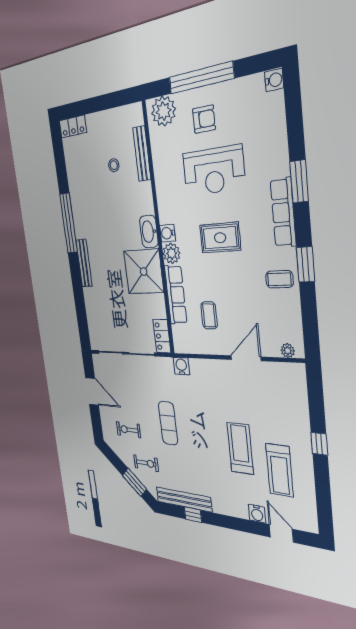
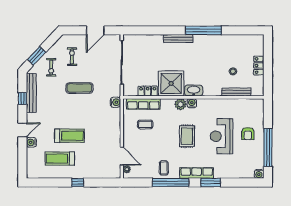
window: (201, 78) -> (268, 147), moved
plant: (163, 111) -> (256, 109), removed
locker: (73, 127) -> (259, 66), moved
window: (305, 265) -> (171, 182), width x2.11
row of seats: (176, 295) -> (143, 104), moved
locker: (162, 336) -> (148, 91), moved
door: (246, 358) -> (122, 156), moved
door: (281, 533) -> (22, 130), moved

